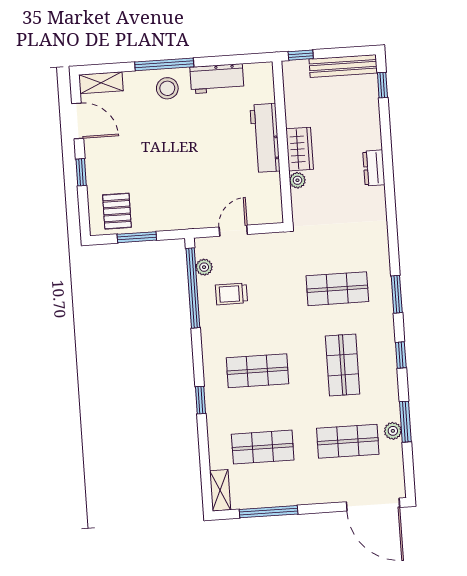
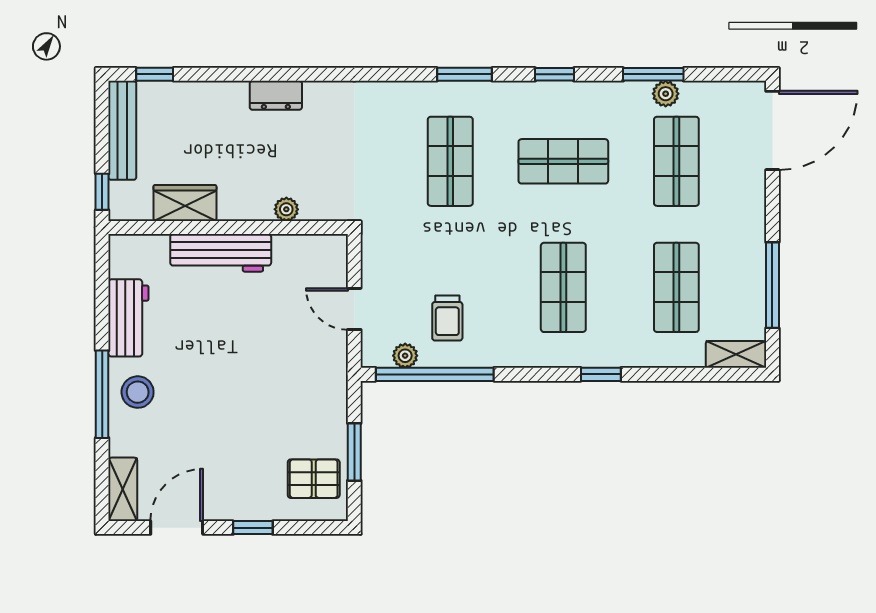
wardrobe: (300, 149) -> (185, 203), moved

